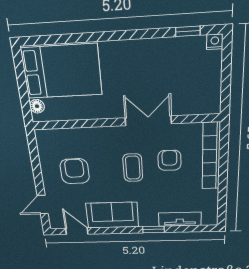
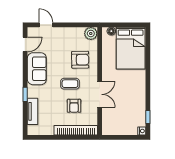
plant: (46, 139) -> (91, 33), added
armchair: (169, 160) -> (74, 106), turned 90
armchair: (75, 171) -> (80, 60), moved

